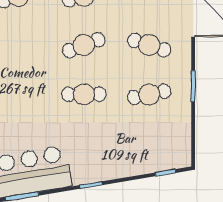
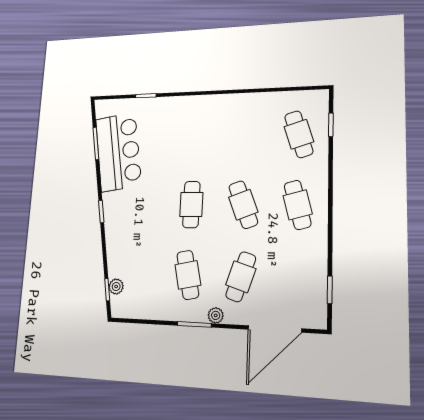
plant: (184, 67) -> (216, 315), added
plant: (162, 164) -> (116, 286), added

